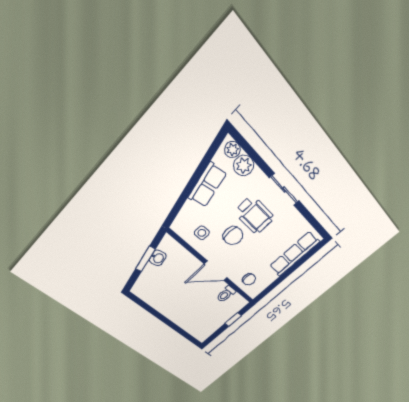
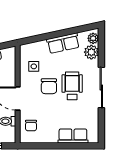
sliding door: (284, 189) -> (101, 87), width x1.37
wheelchair: (254, 215) -> (72, 86), turned 180
row of seats: (294, 254) -> (73, 136), width x0.68

